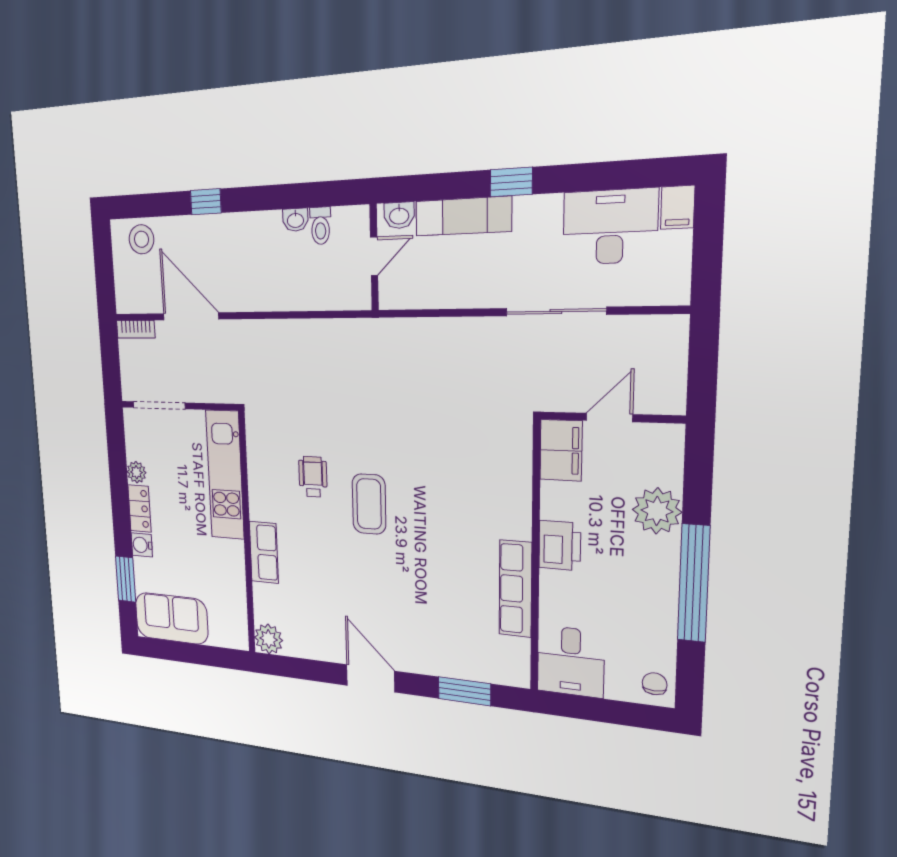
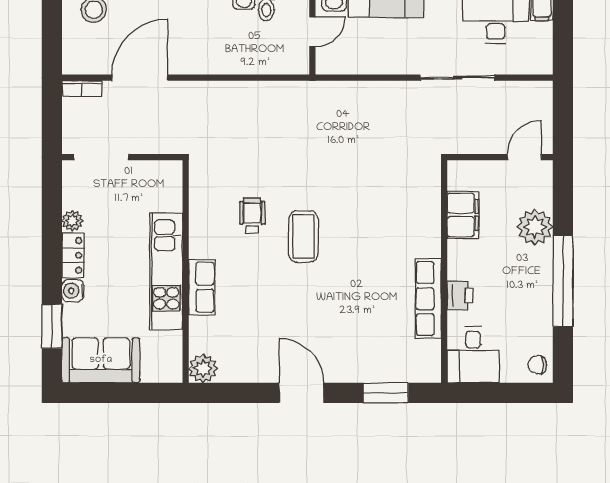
door: (191, 316) -> (140, 78), hinge flipped
door: (609, 417) -> (524, 157), moved
filing cabinet: (561, 450) -> (463, 215), moved
kitchen unit: (225, 475) -> (166, 271), moved
printer: (560, 546) -> (460, 296), moved, width x0.73, depth x0.81
chair: (655, 684) -> (537, 365), turned -90

